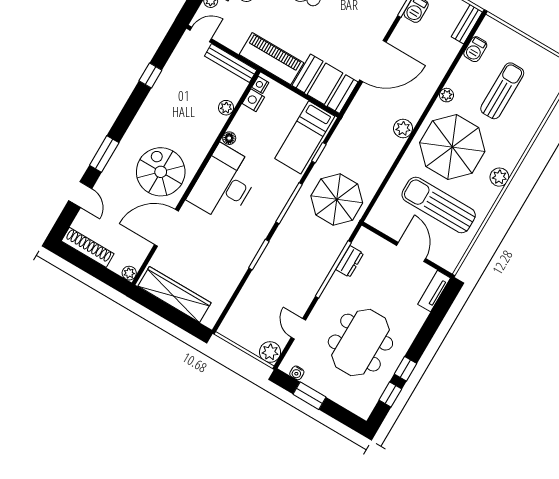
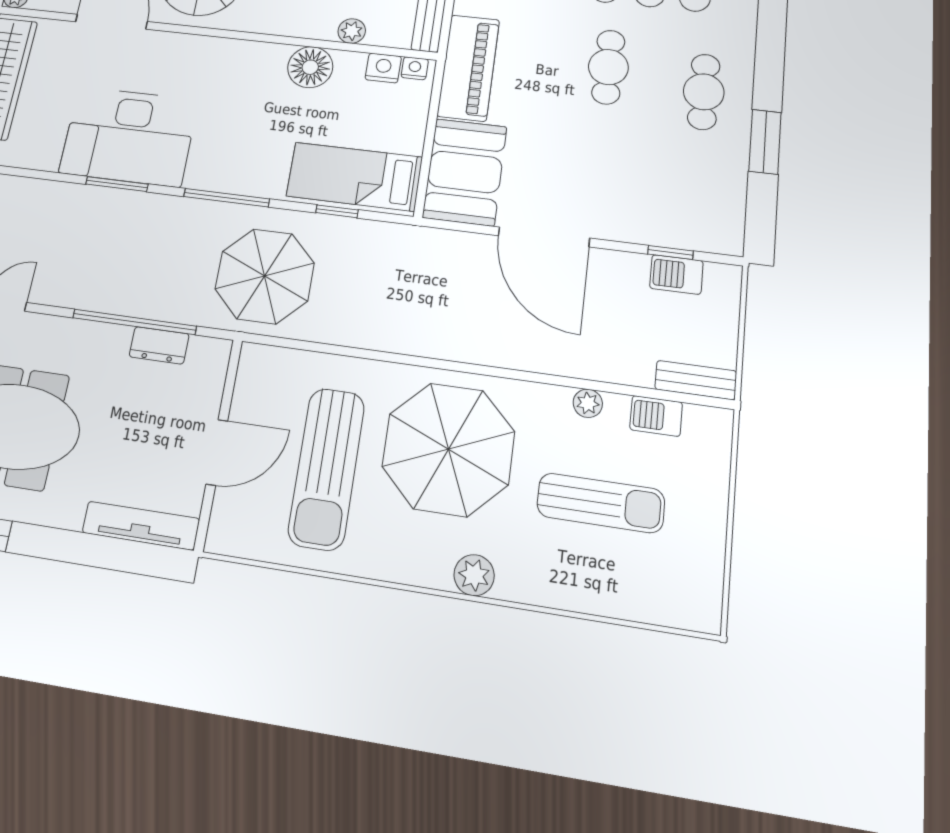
plant: (447, 95) -> (588, 403), moved
plant: (403, 128) -> (444, 341), removed
floor lamp: (229, 138) -> (310, 67), width x1.89, depth x1.89
plant: (499, 177) -> (474, 575), moved
desk: (224, 184) -> (129, 136), moved, turned 180
sun lounger: (439, 205) -> (326, 468), turned 180
tv unit: (434, 291) -> (141, 526), width x1.41

